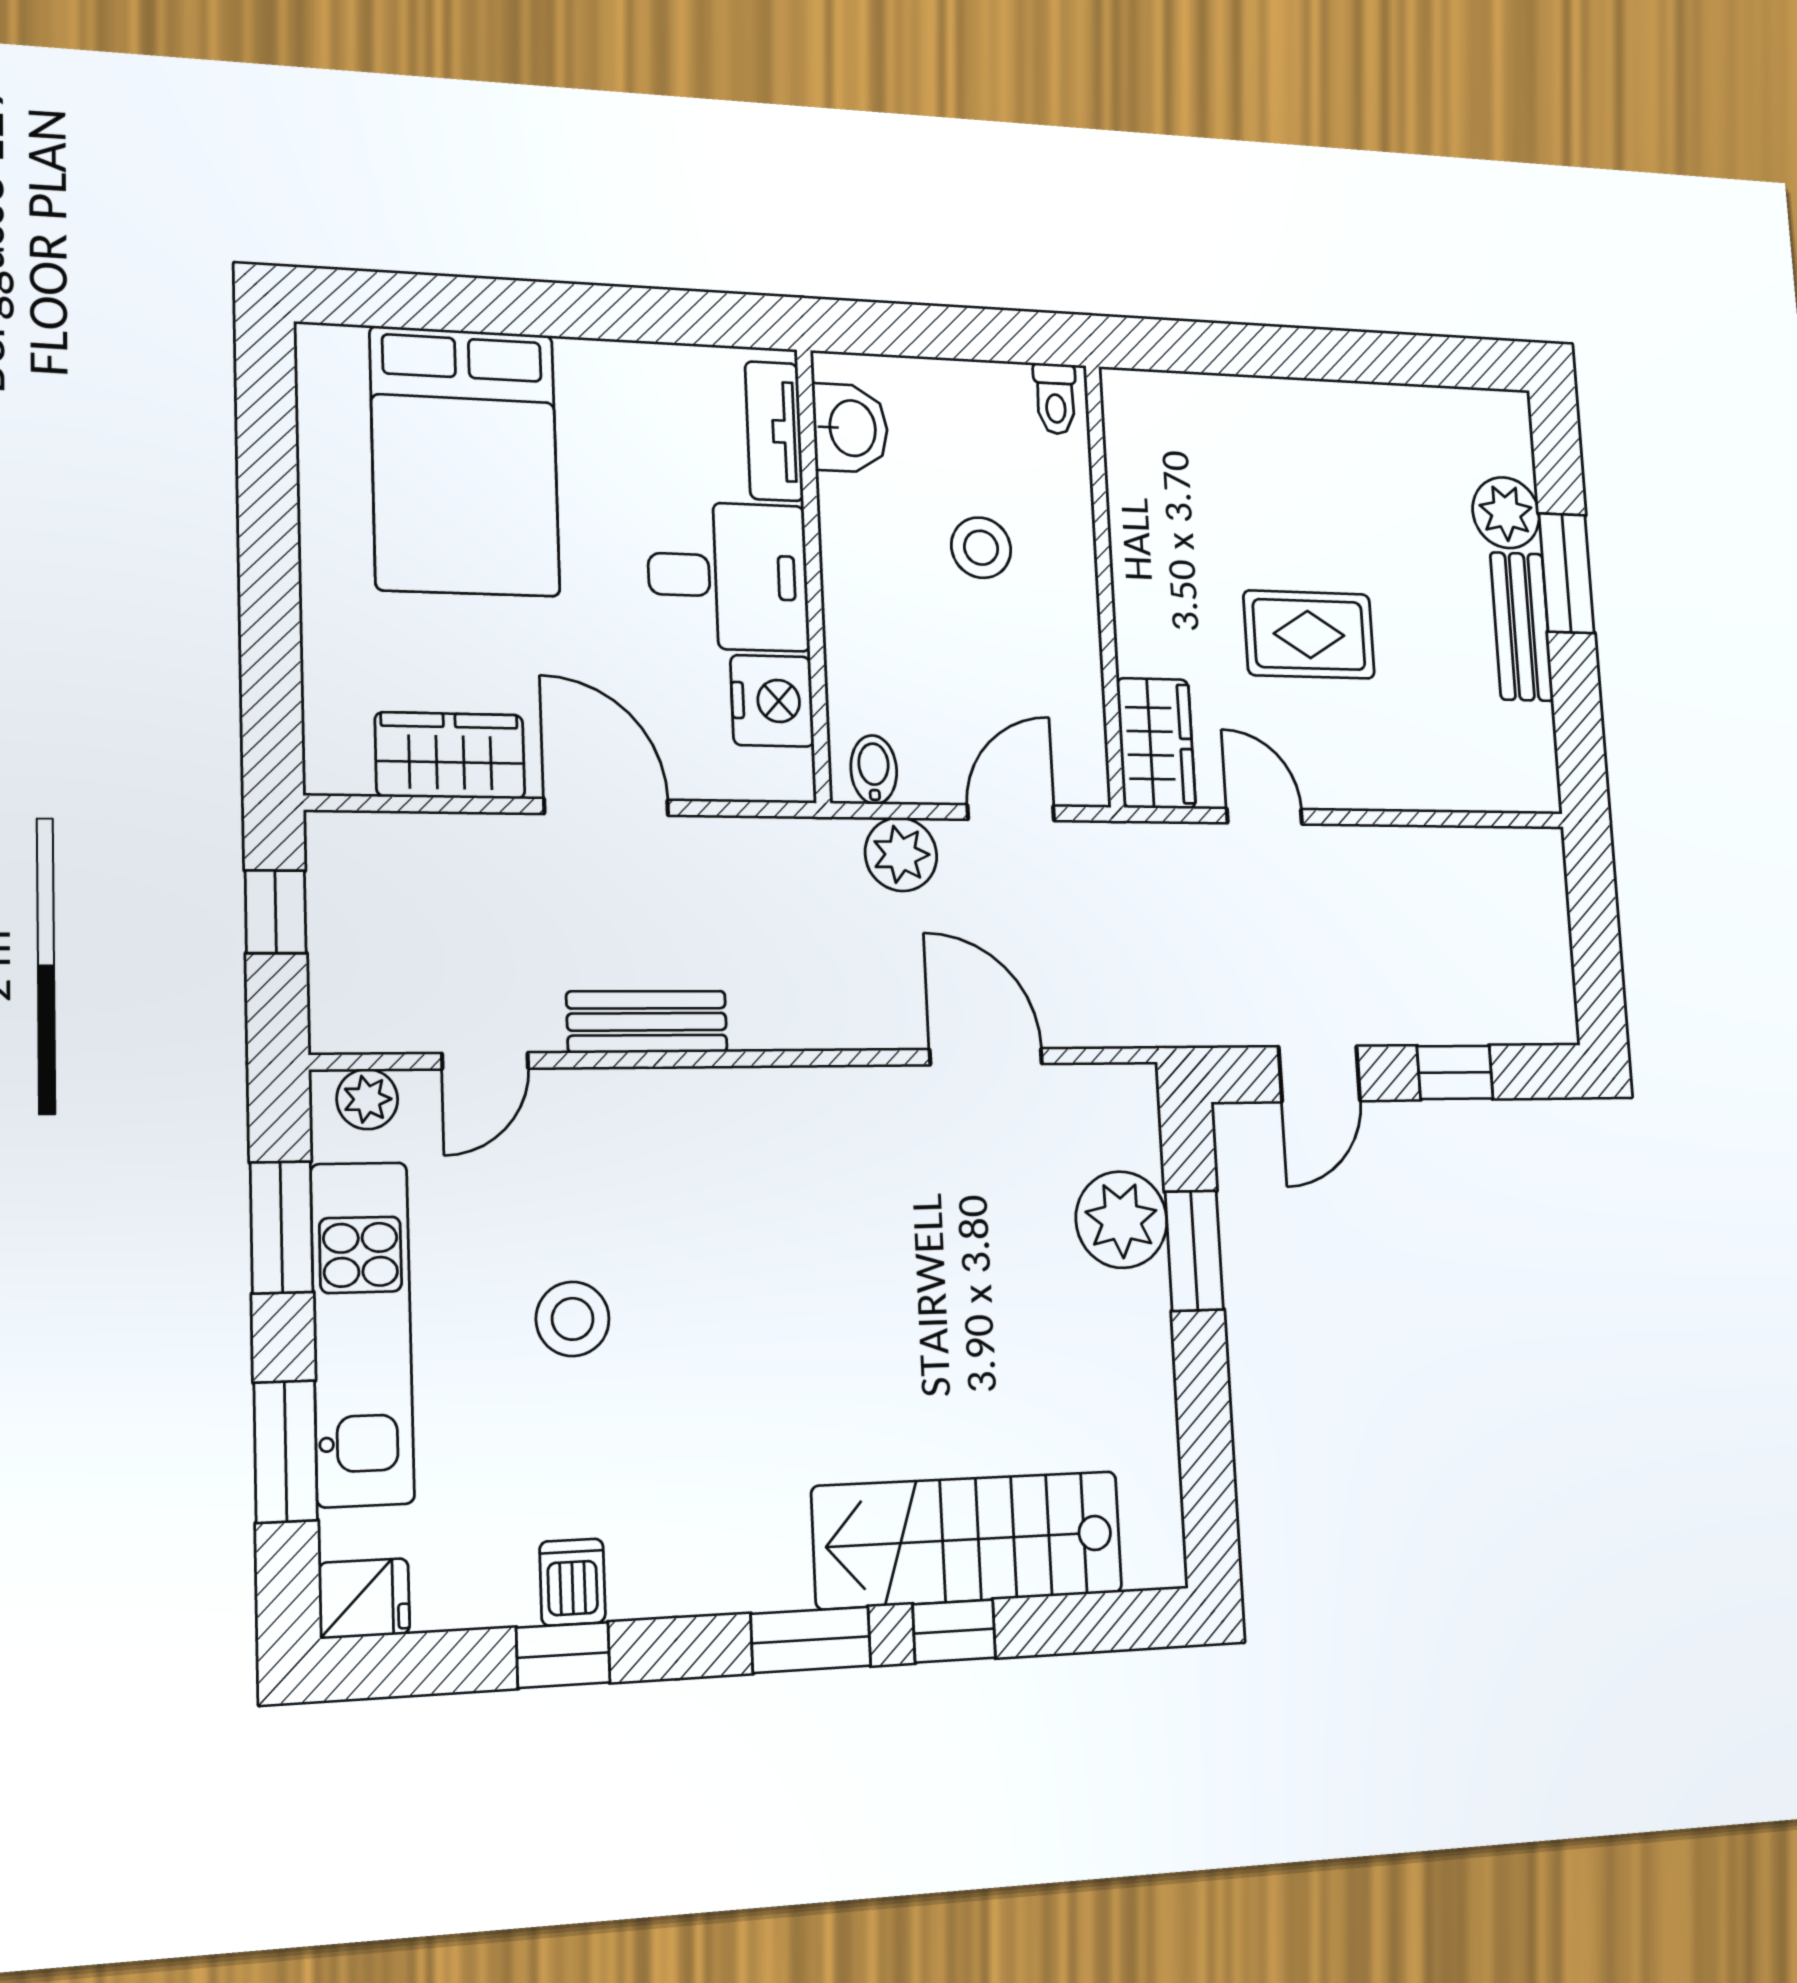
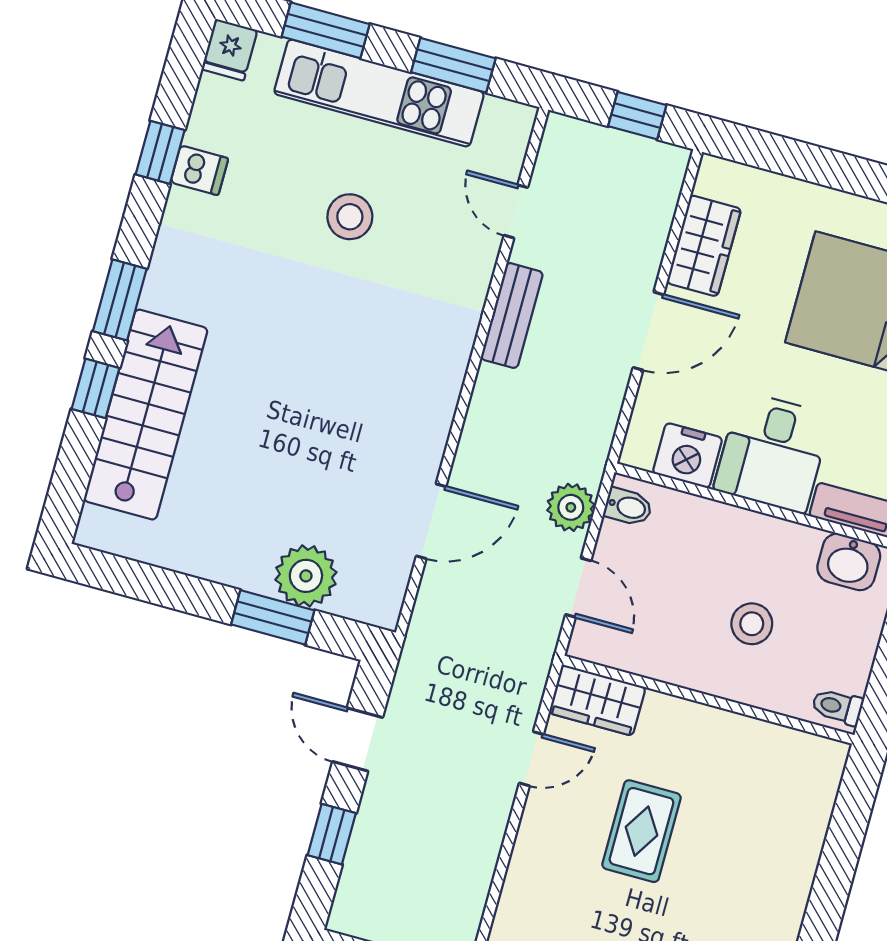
plant: (367, 1099) -> (513, 136), removed

